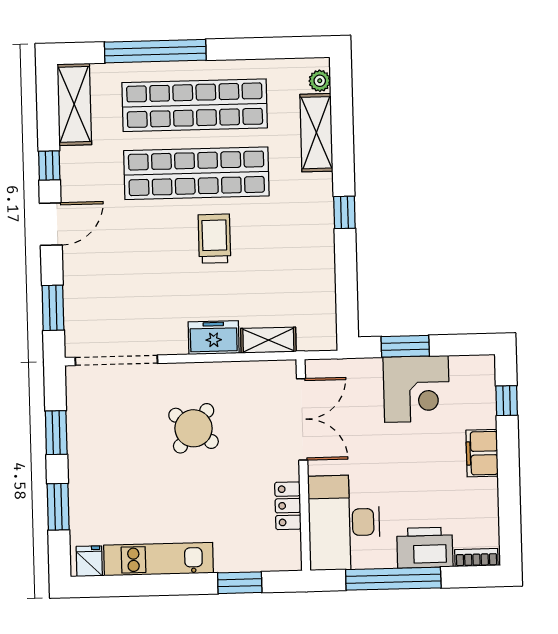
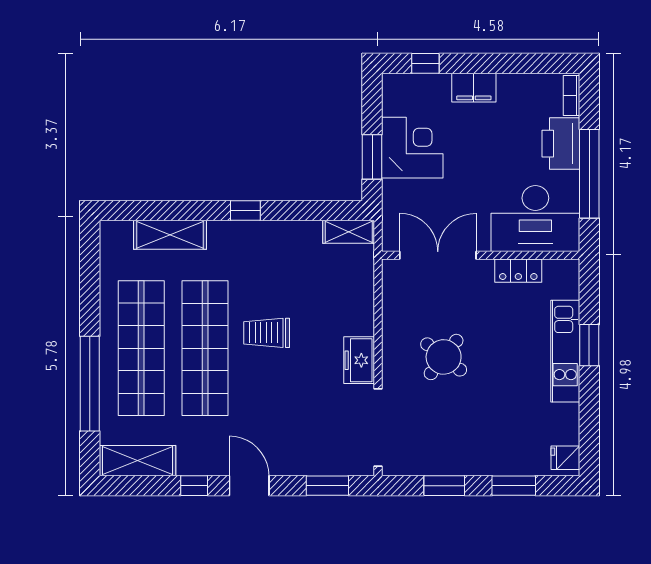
plant: (320, 81) -> (121, 230), removed
freezer: (214, 338) -> (359, 360), moved
shelving: (268, 340) -> (349, 232), moved, turned 90
kitchen unit: (159, 559) -> (565, 351), moved
window: (240, 583) -> (589, 345), moved

